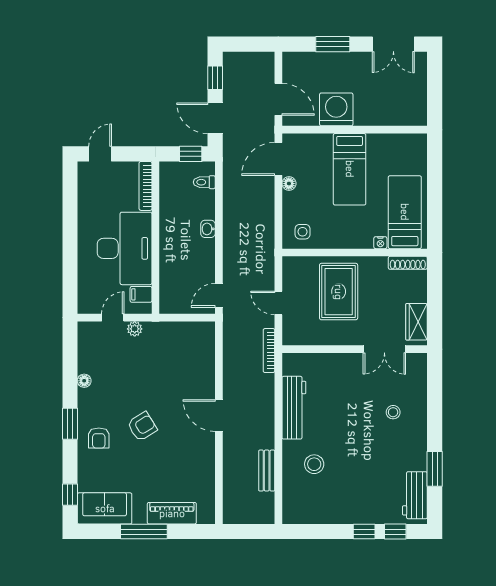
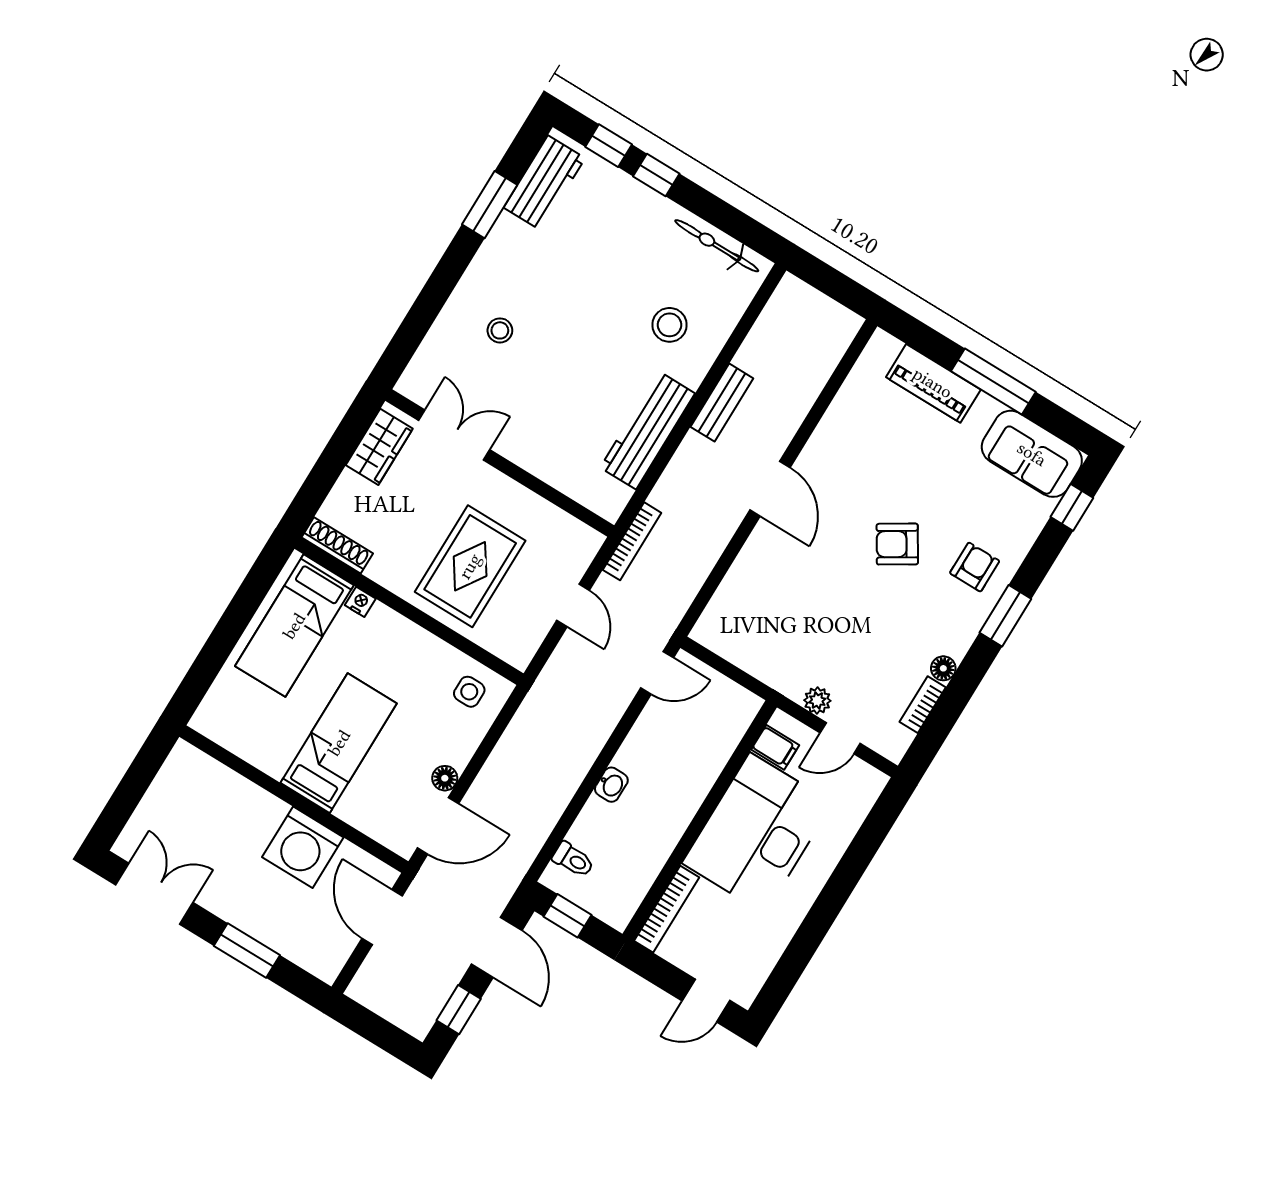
bookcase: (83, 358) -> (923, 705), added
bench: (267, 471) -> (722, 403), moved
bicycle: (315, 516) -> (717, 246), added

